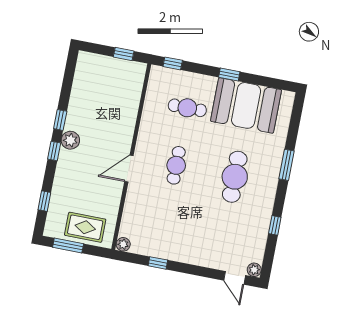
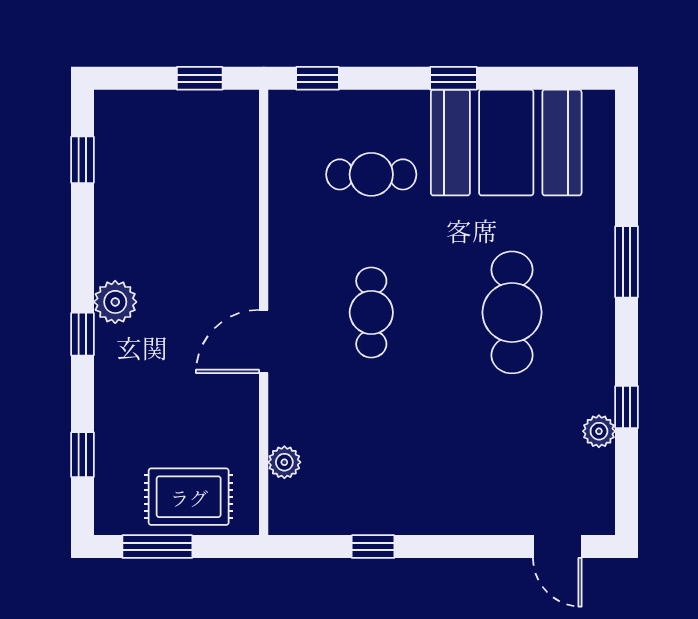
window: (60, 120) -> (82, 160), moved
plant: (123, 244) -> (284, 462), moved
plant: (254, 270) -> (599, 431), moved

